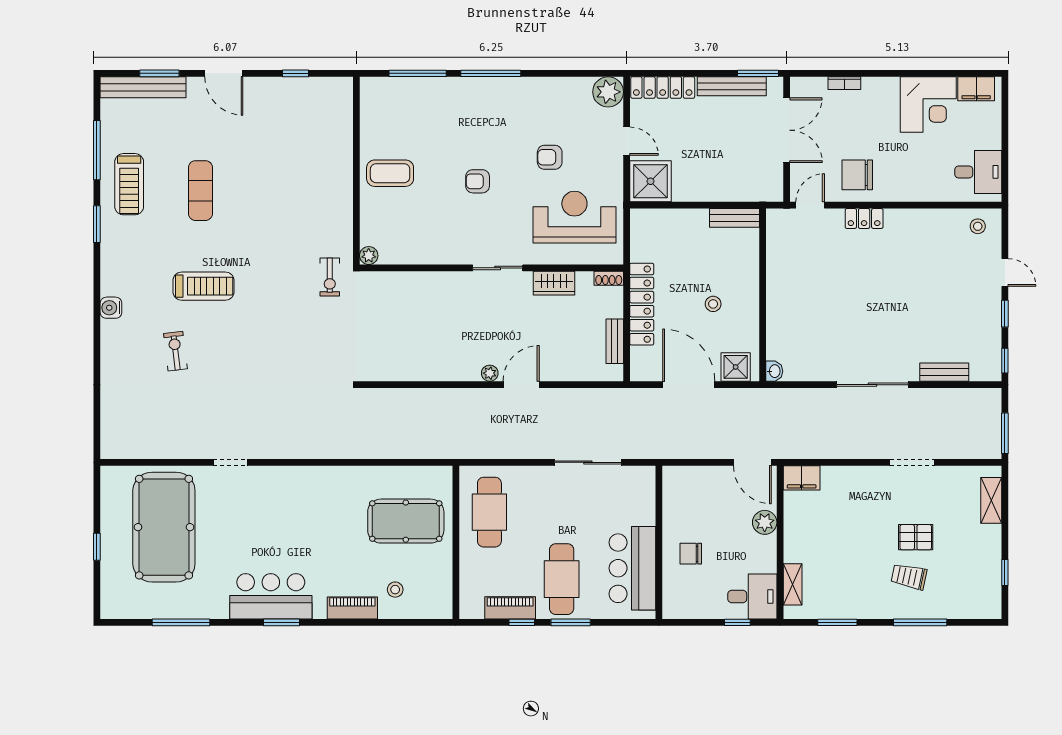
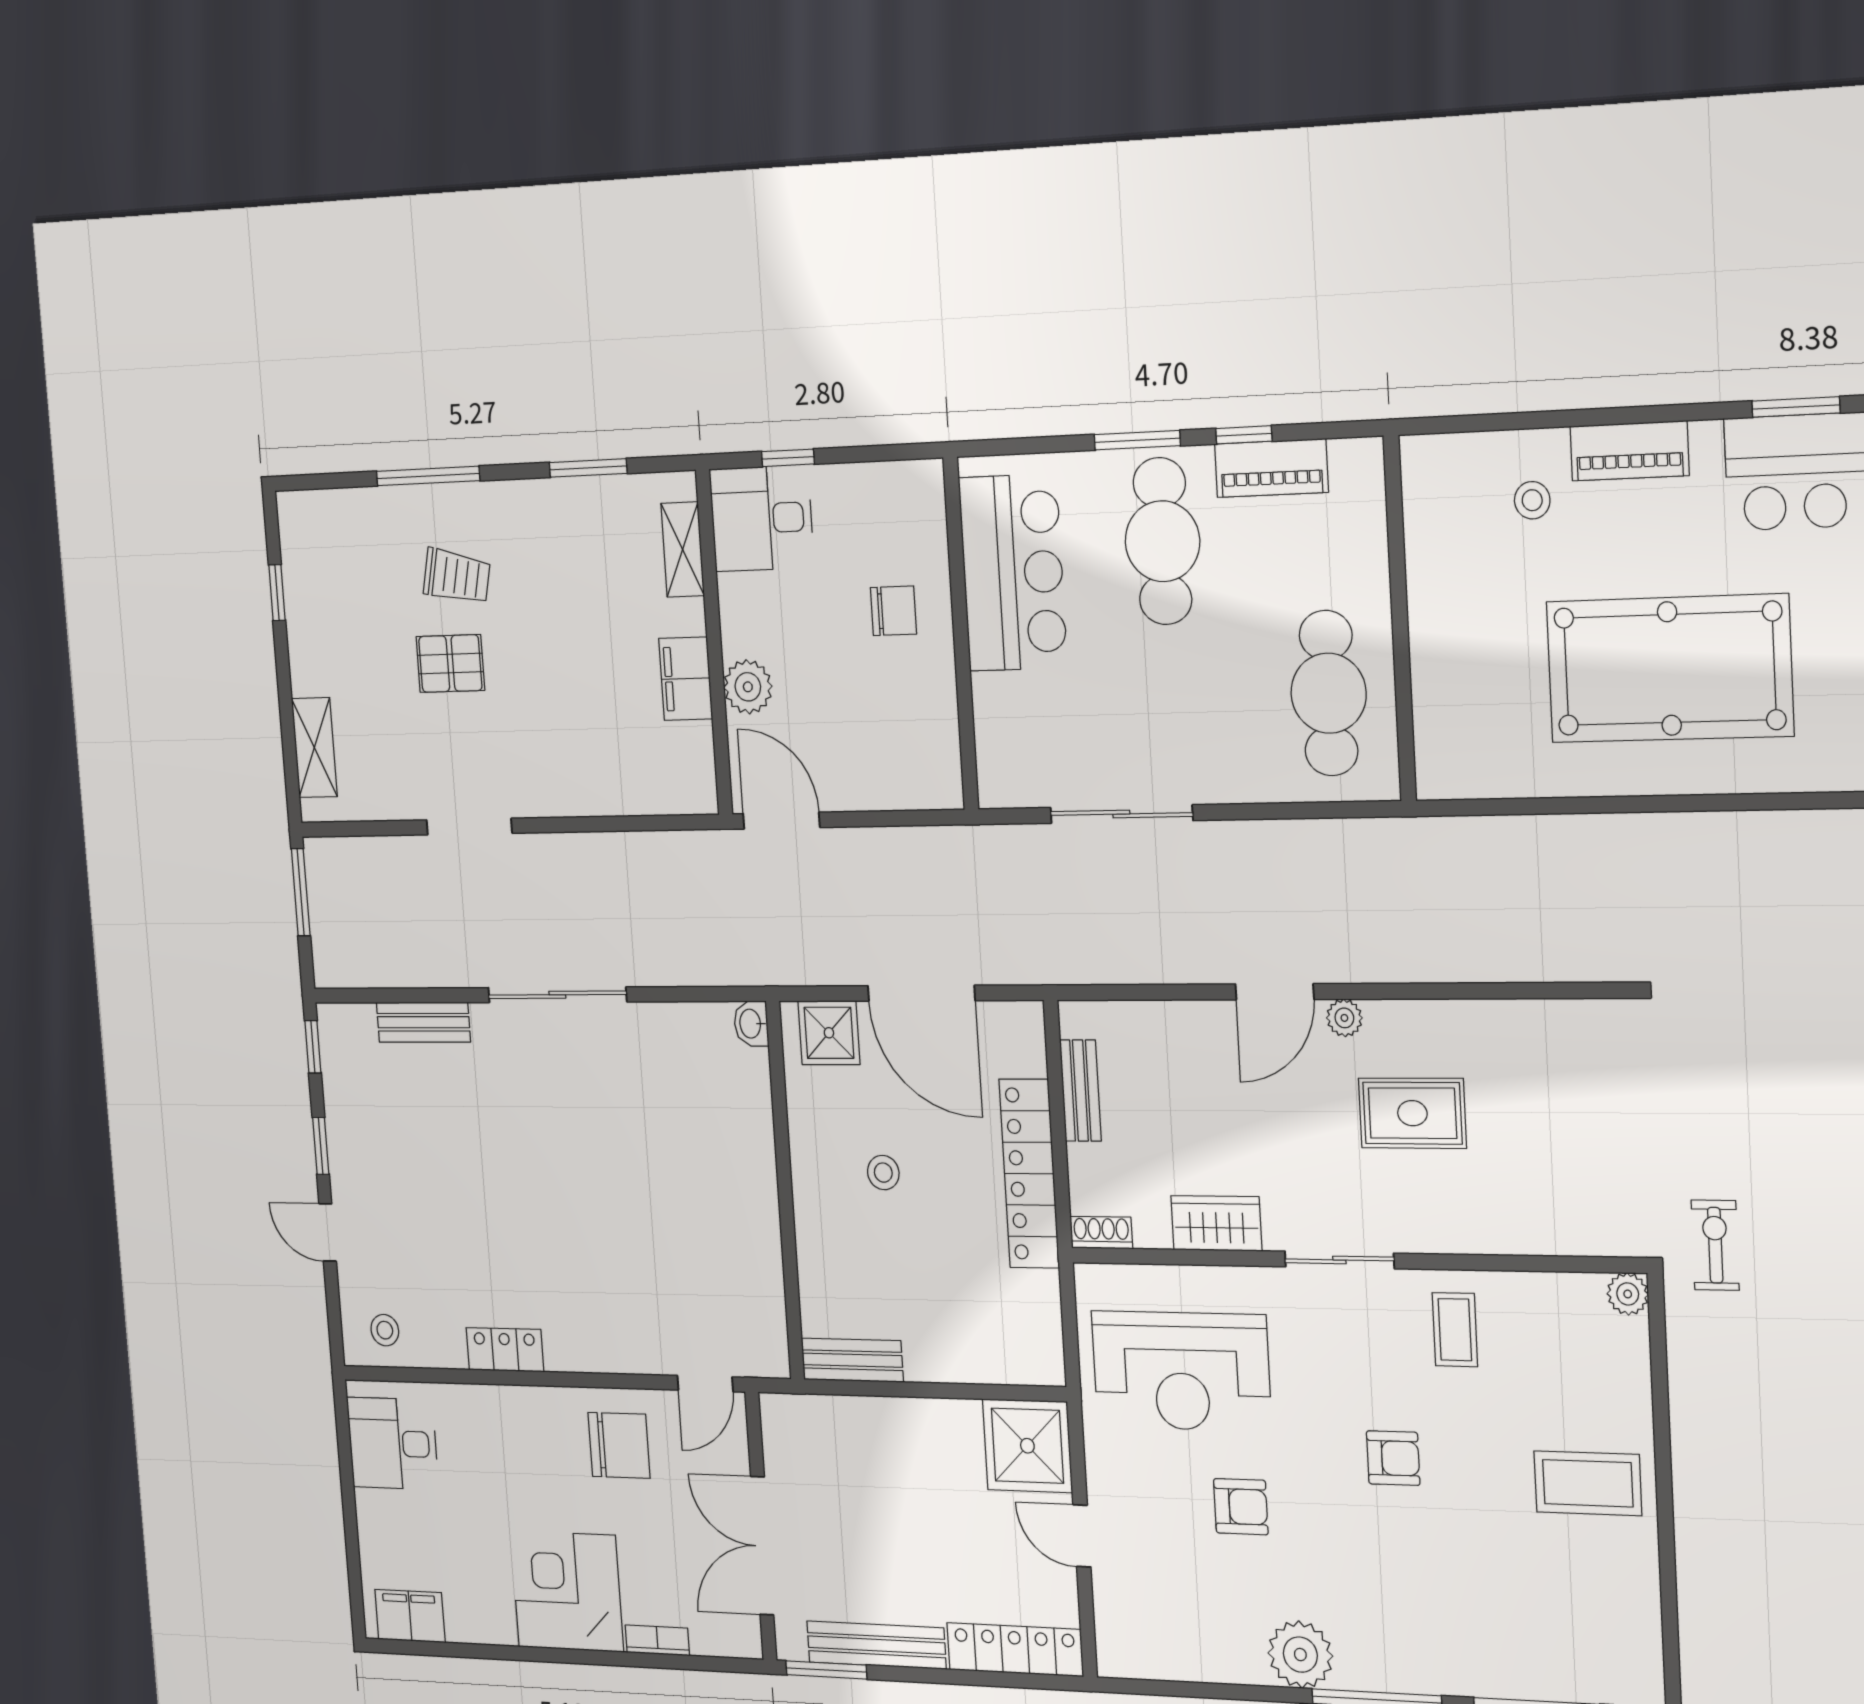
plant: (608, 92) -> (1300, 1655), moved
corner desk: (928, 104) -> (567, 1591), moved
locker: (864, 218) -> (505, 1350), moved
coffee table: (447, 238) -> (1455, 1330), added
rug: (461, 332) -> (1412, 1113), added
filing cabinet: (802, 478) -> (686, 679), moved, turned -90
pool table: (406, 521) -> (1669, 669), moved, width x1.36, depth x1.32

